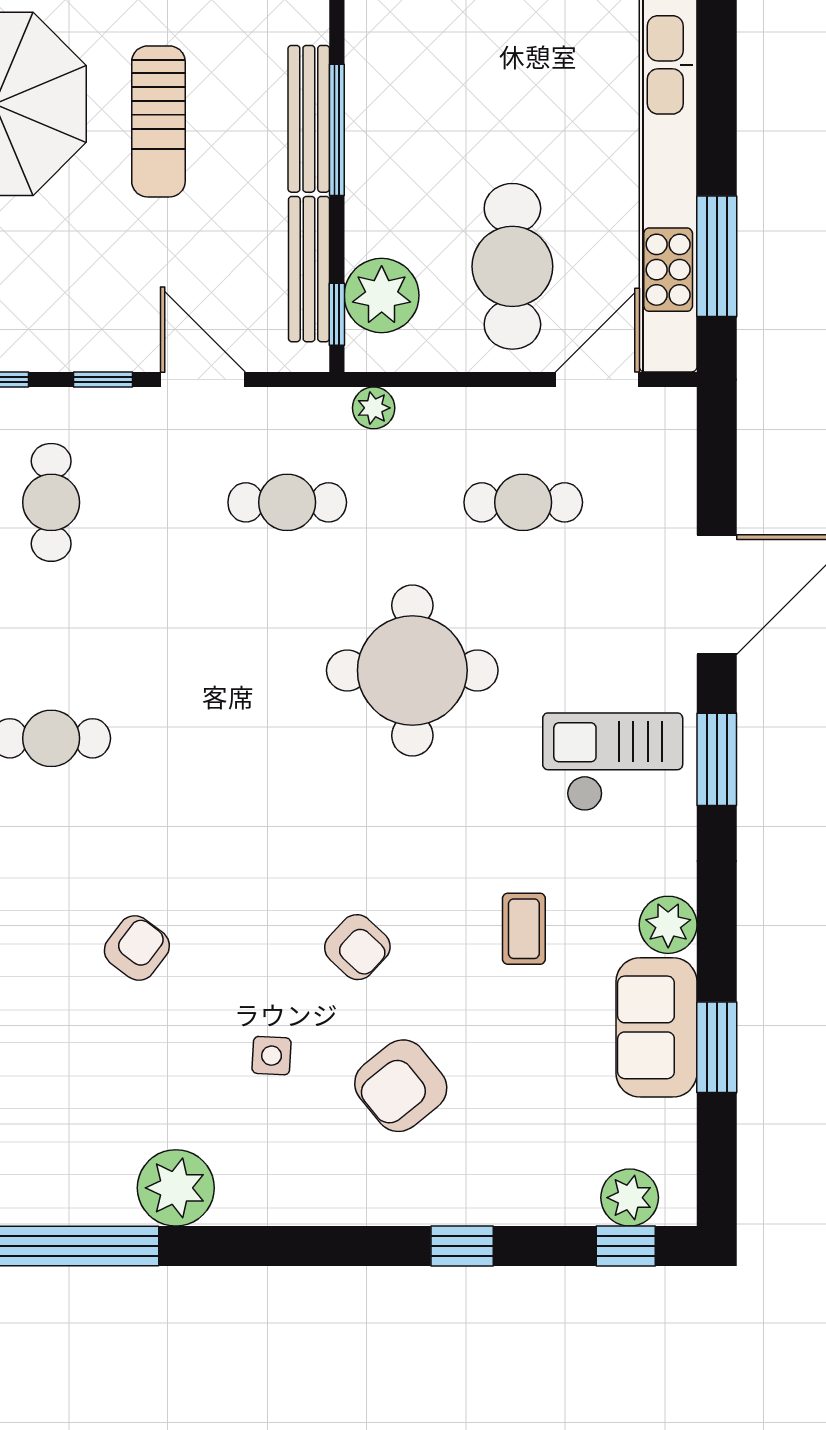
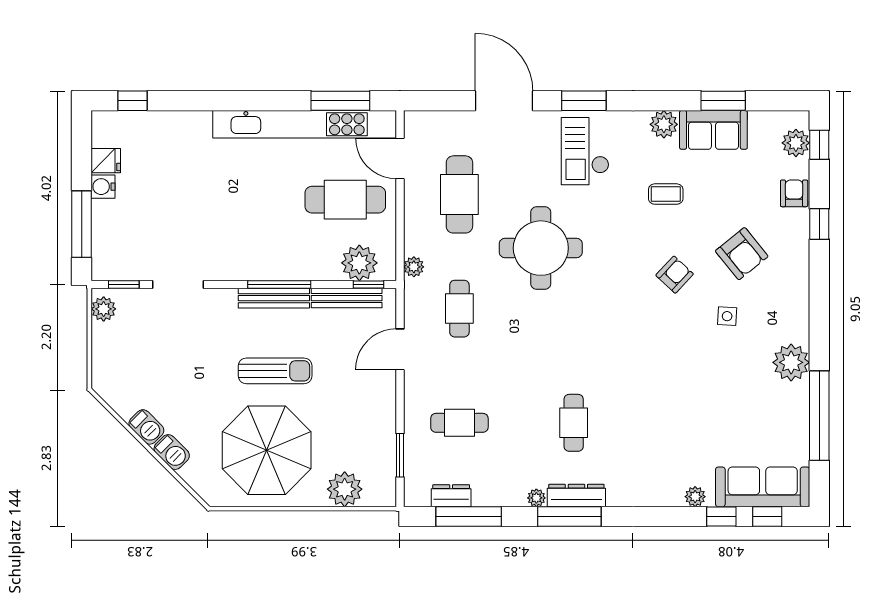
window: (103, 380) -> (400, 398), removed
cafe table: (523, 502) -> (459, 194), width x1.37, depth x1.35
armchair: (137, 948) -> (794, 193), moved, turned 53

